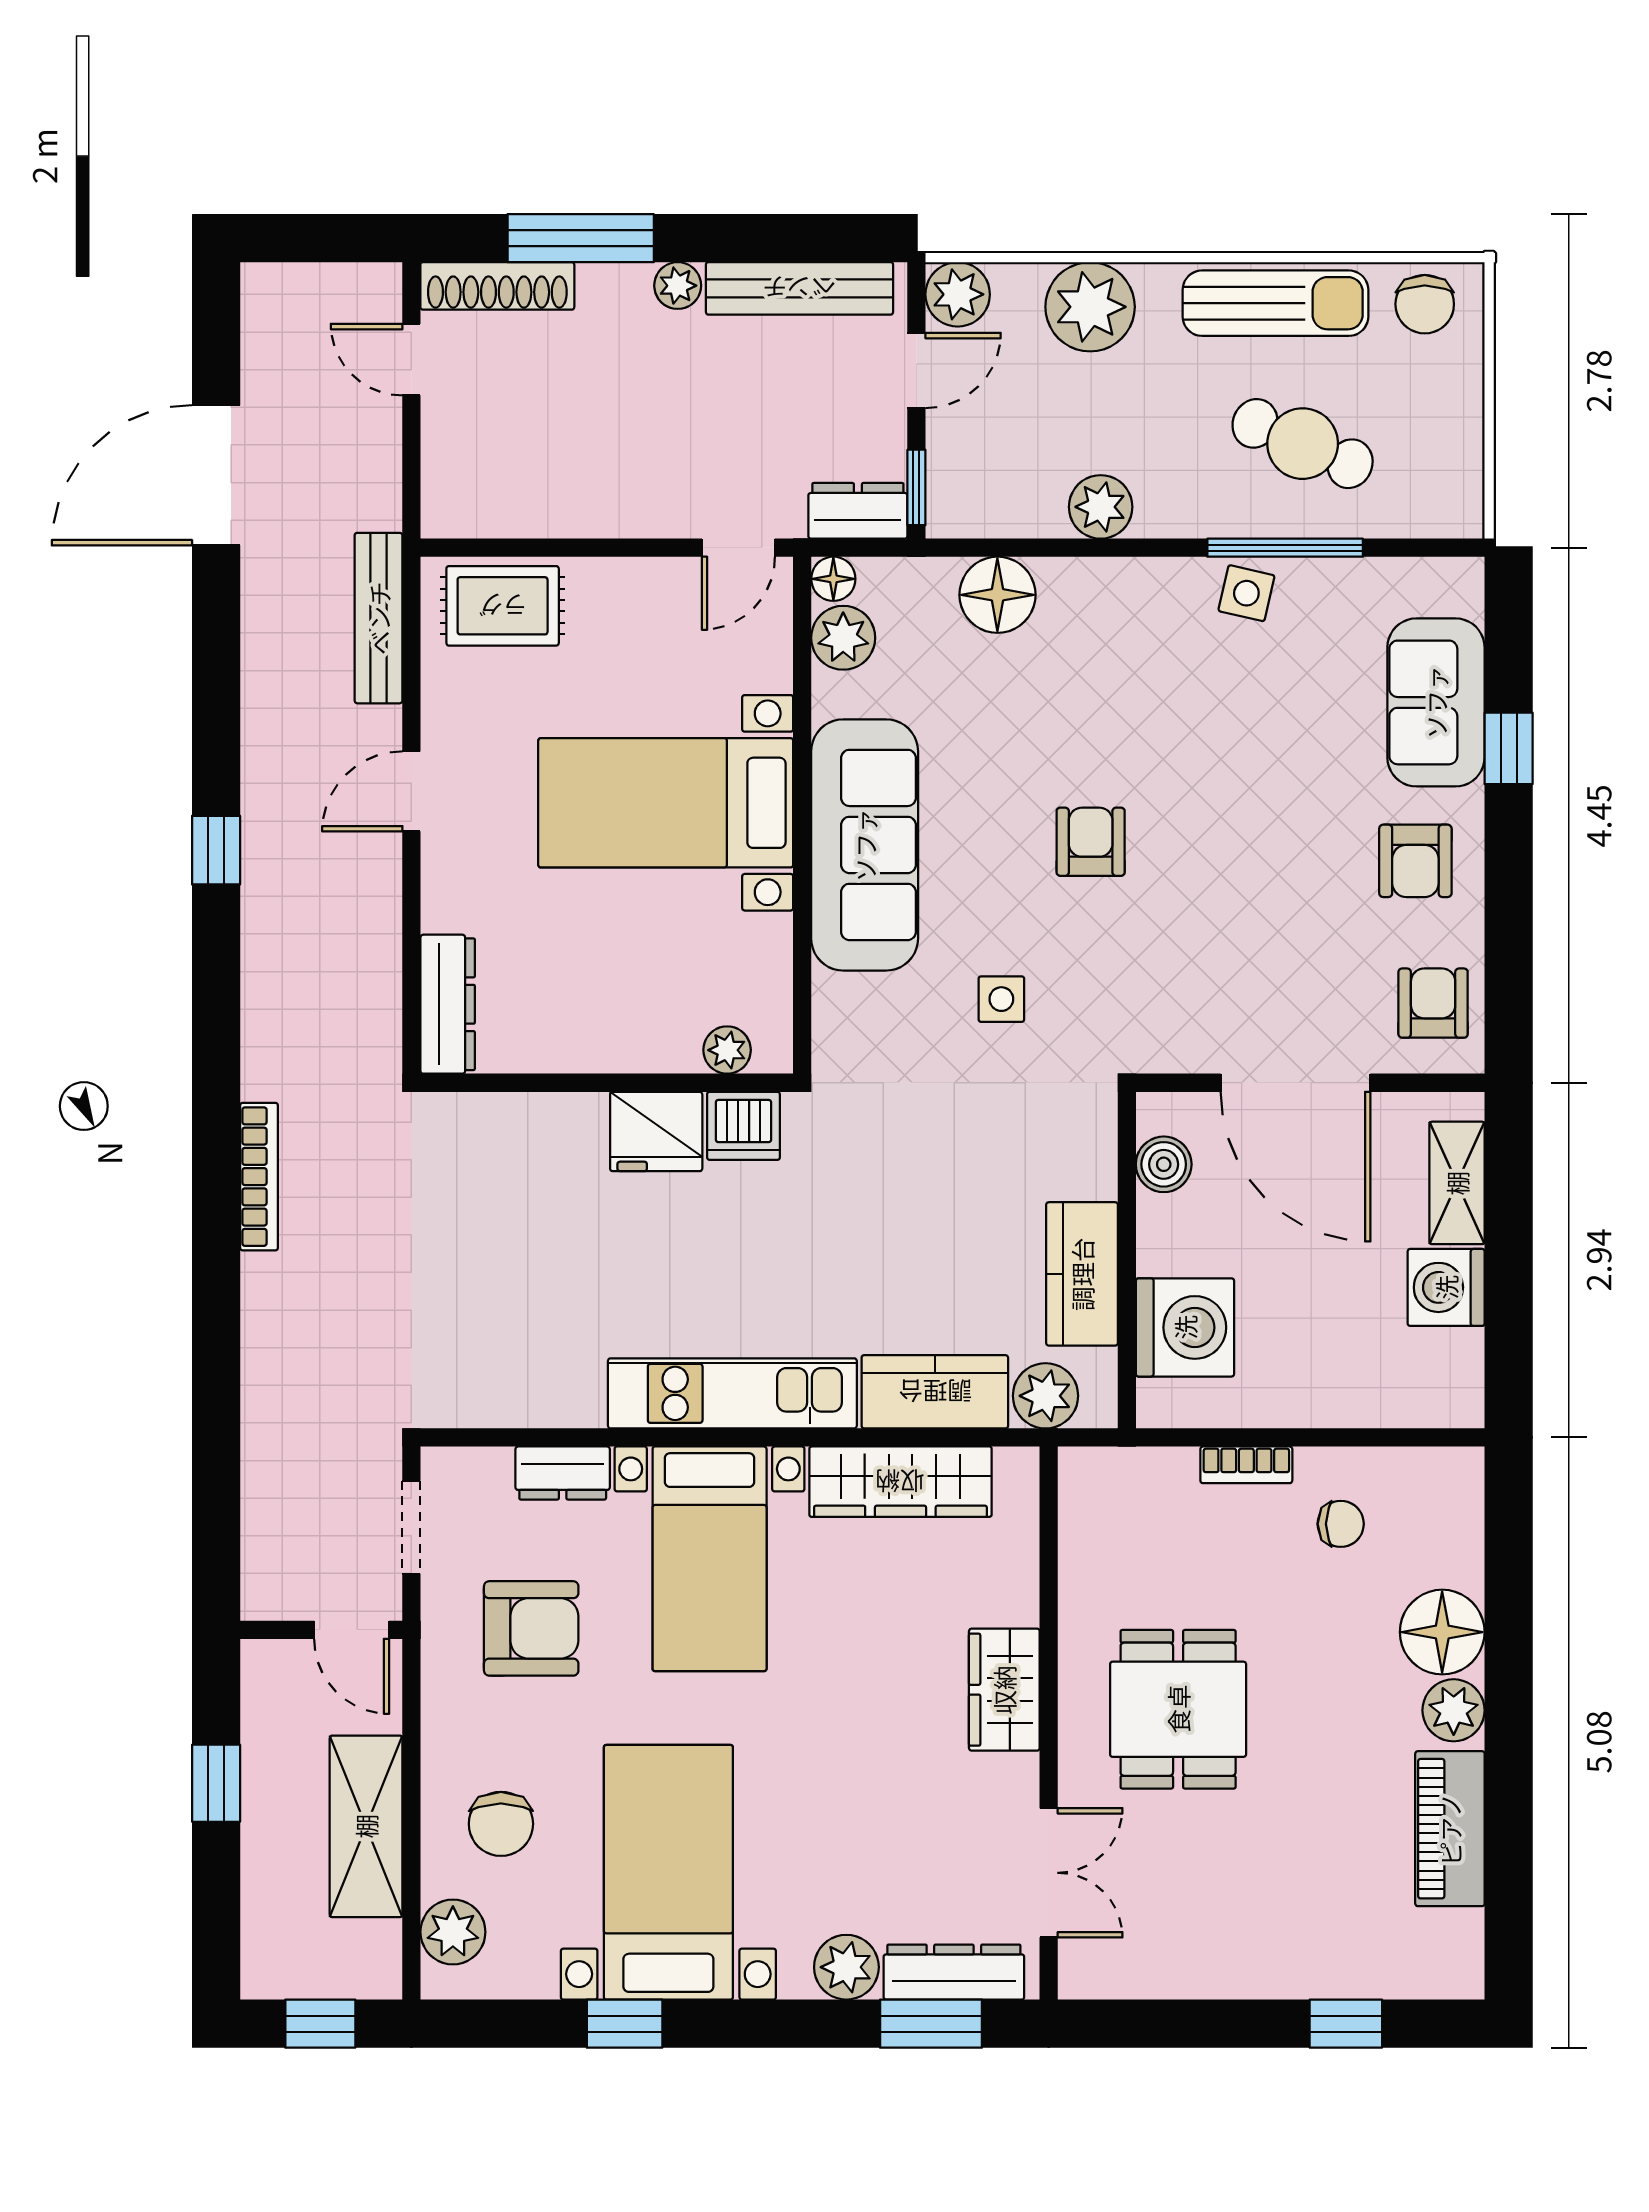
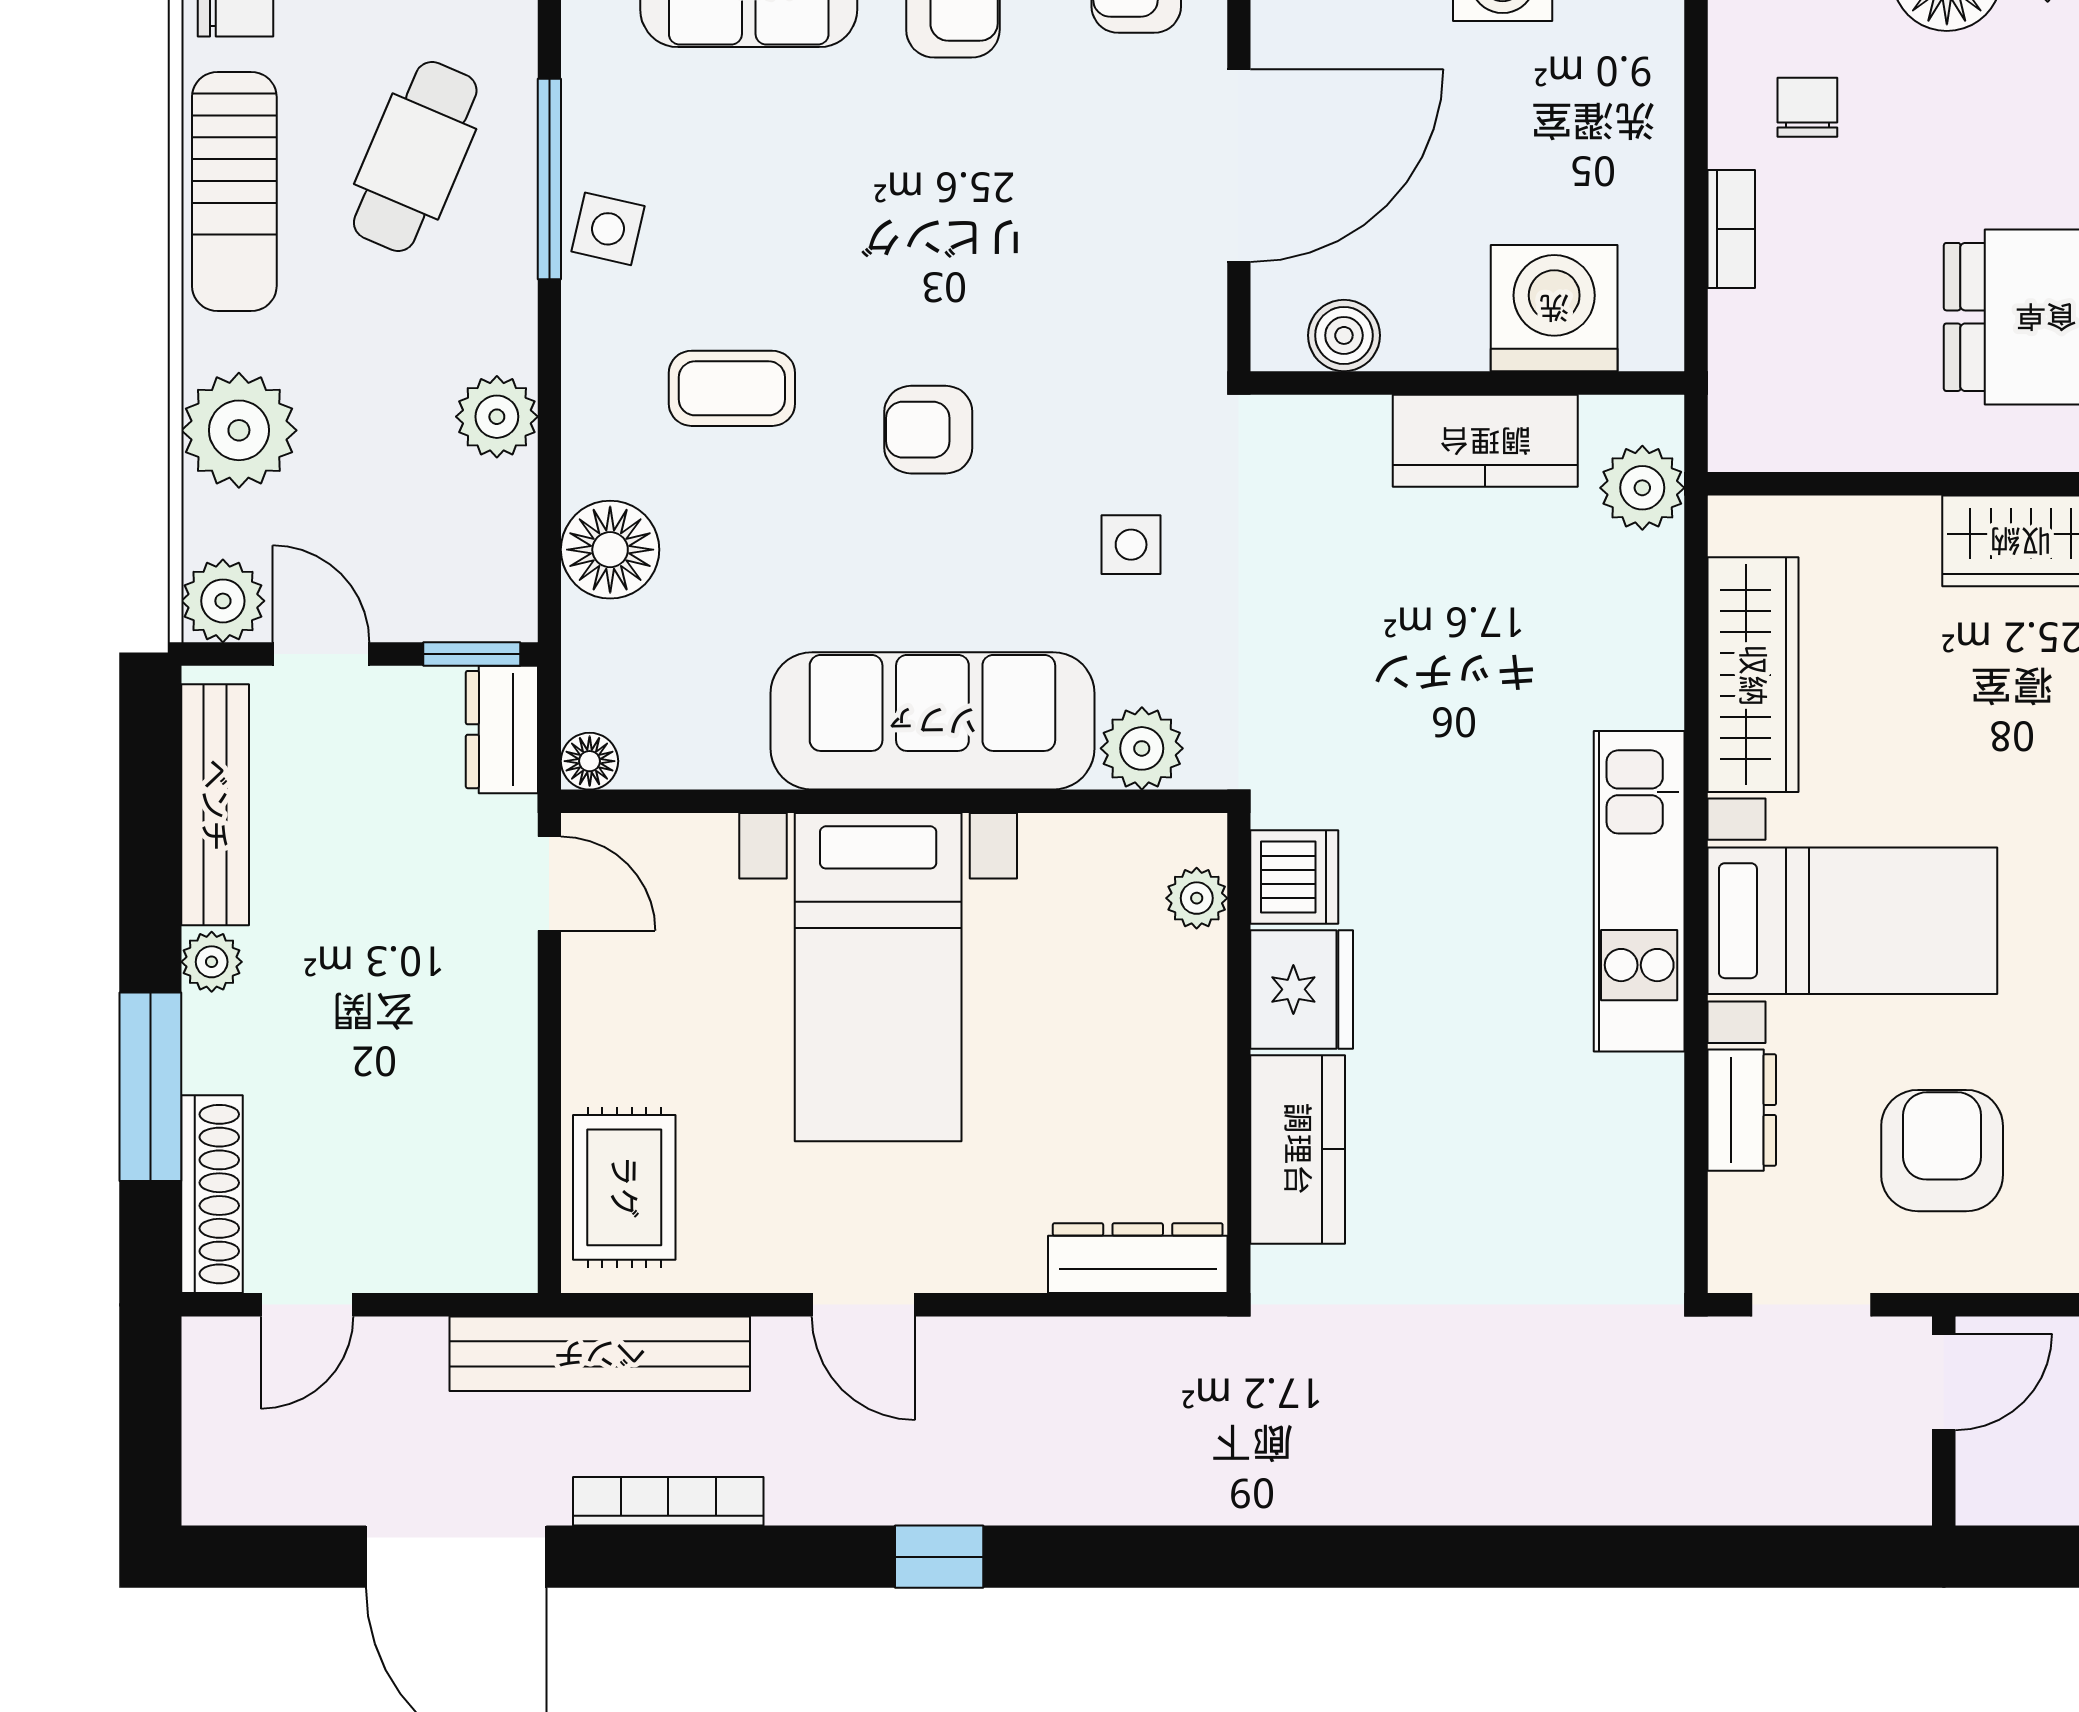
sun lounger: (1275, 303) -> (234, 191), turned 180
bench: (379, 618) -> (600, 1354), width x1.37, depth x1.21
plant: (843, 638) -> (1142, 748), moved
coffee table: (1123, 689) -> (732, 388), added
bookcase: (259, 1177) -> (668, 1501), moved
kitchen counter: (935, 1392) -> (1298, 1149), moved, turned 180

